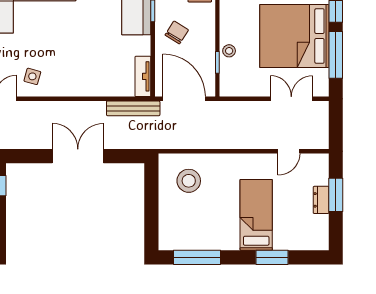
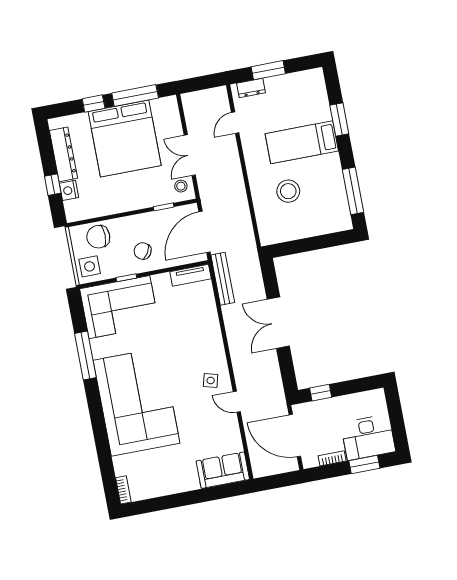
stool: (229, 51) -> (181, 186), moved
double door: (291, 99) -> (190, 155), moved
door: (289, 151) -> (235, 123), swing flipped
stool: (189, 181) -> (288, 191), moved
dresser: (321, 200) -> (251, 88), moved

